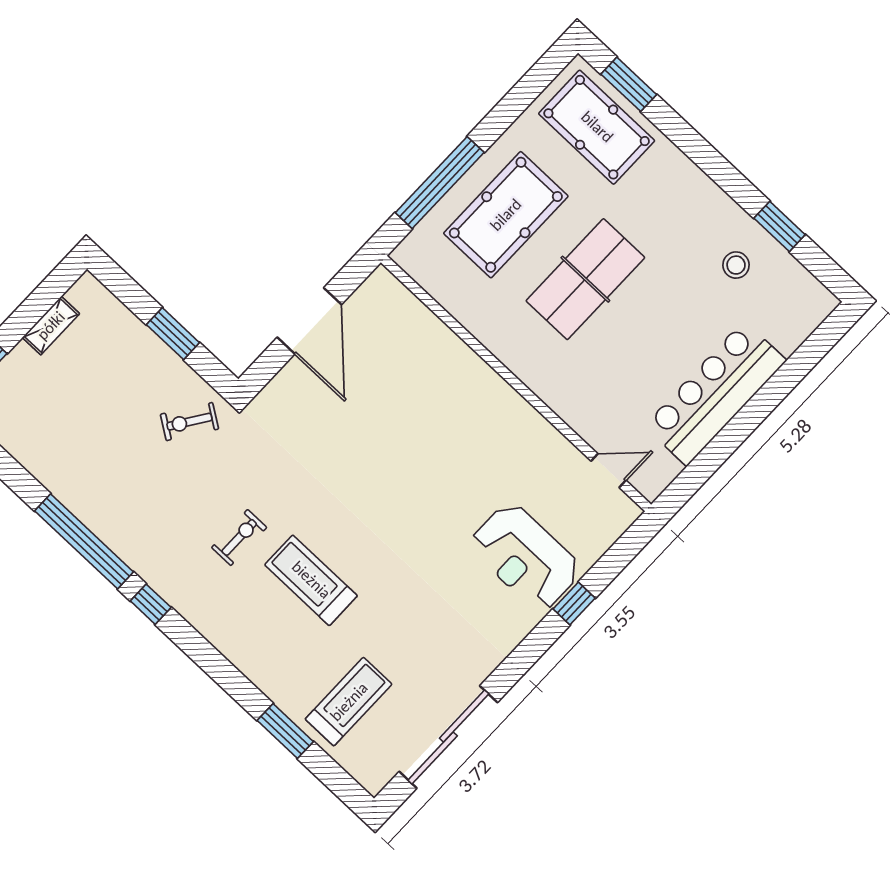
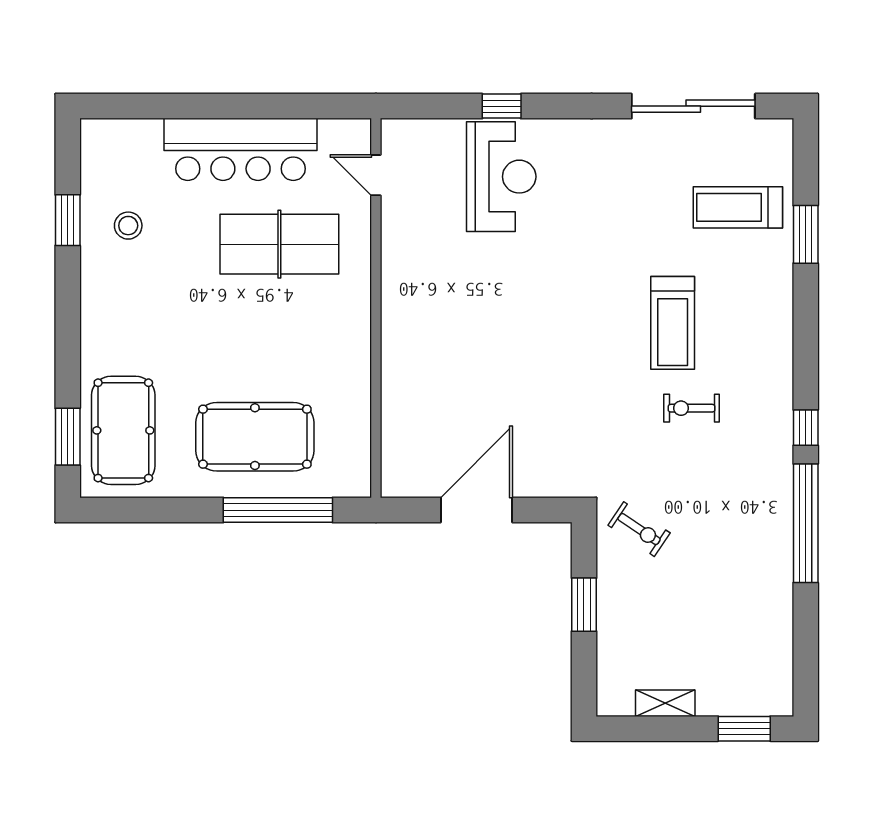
table tennis table: (585, 279) -> (279, 244), moved

